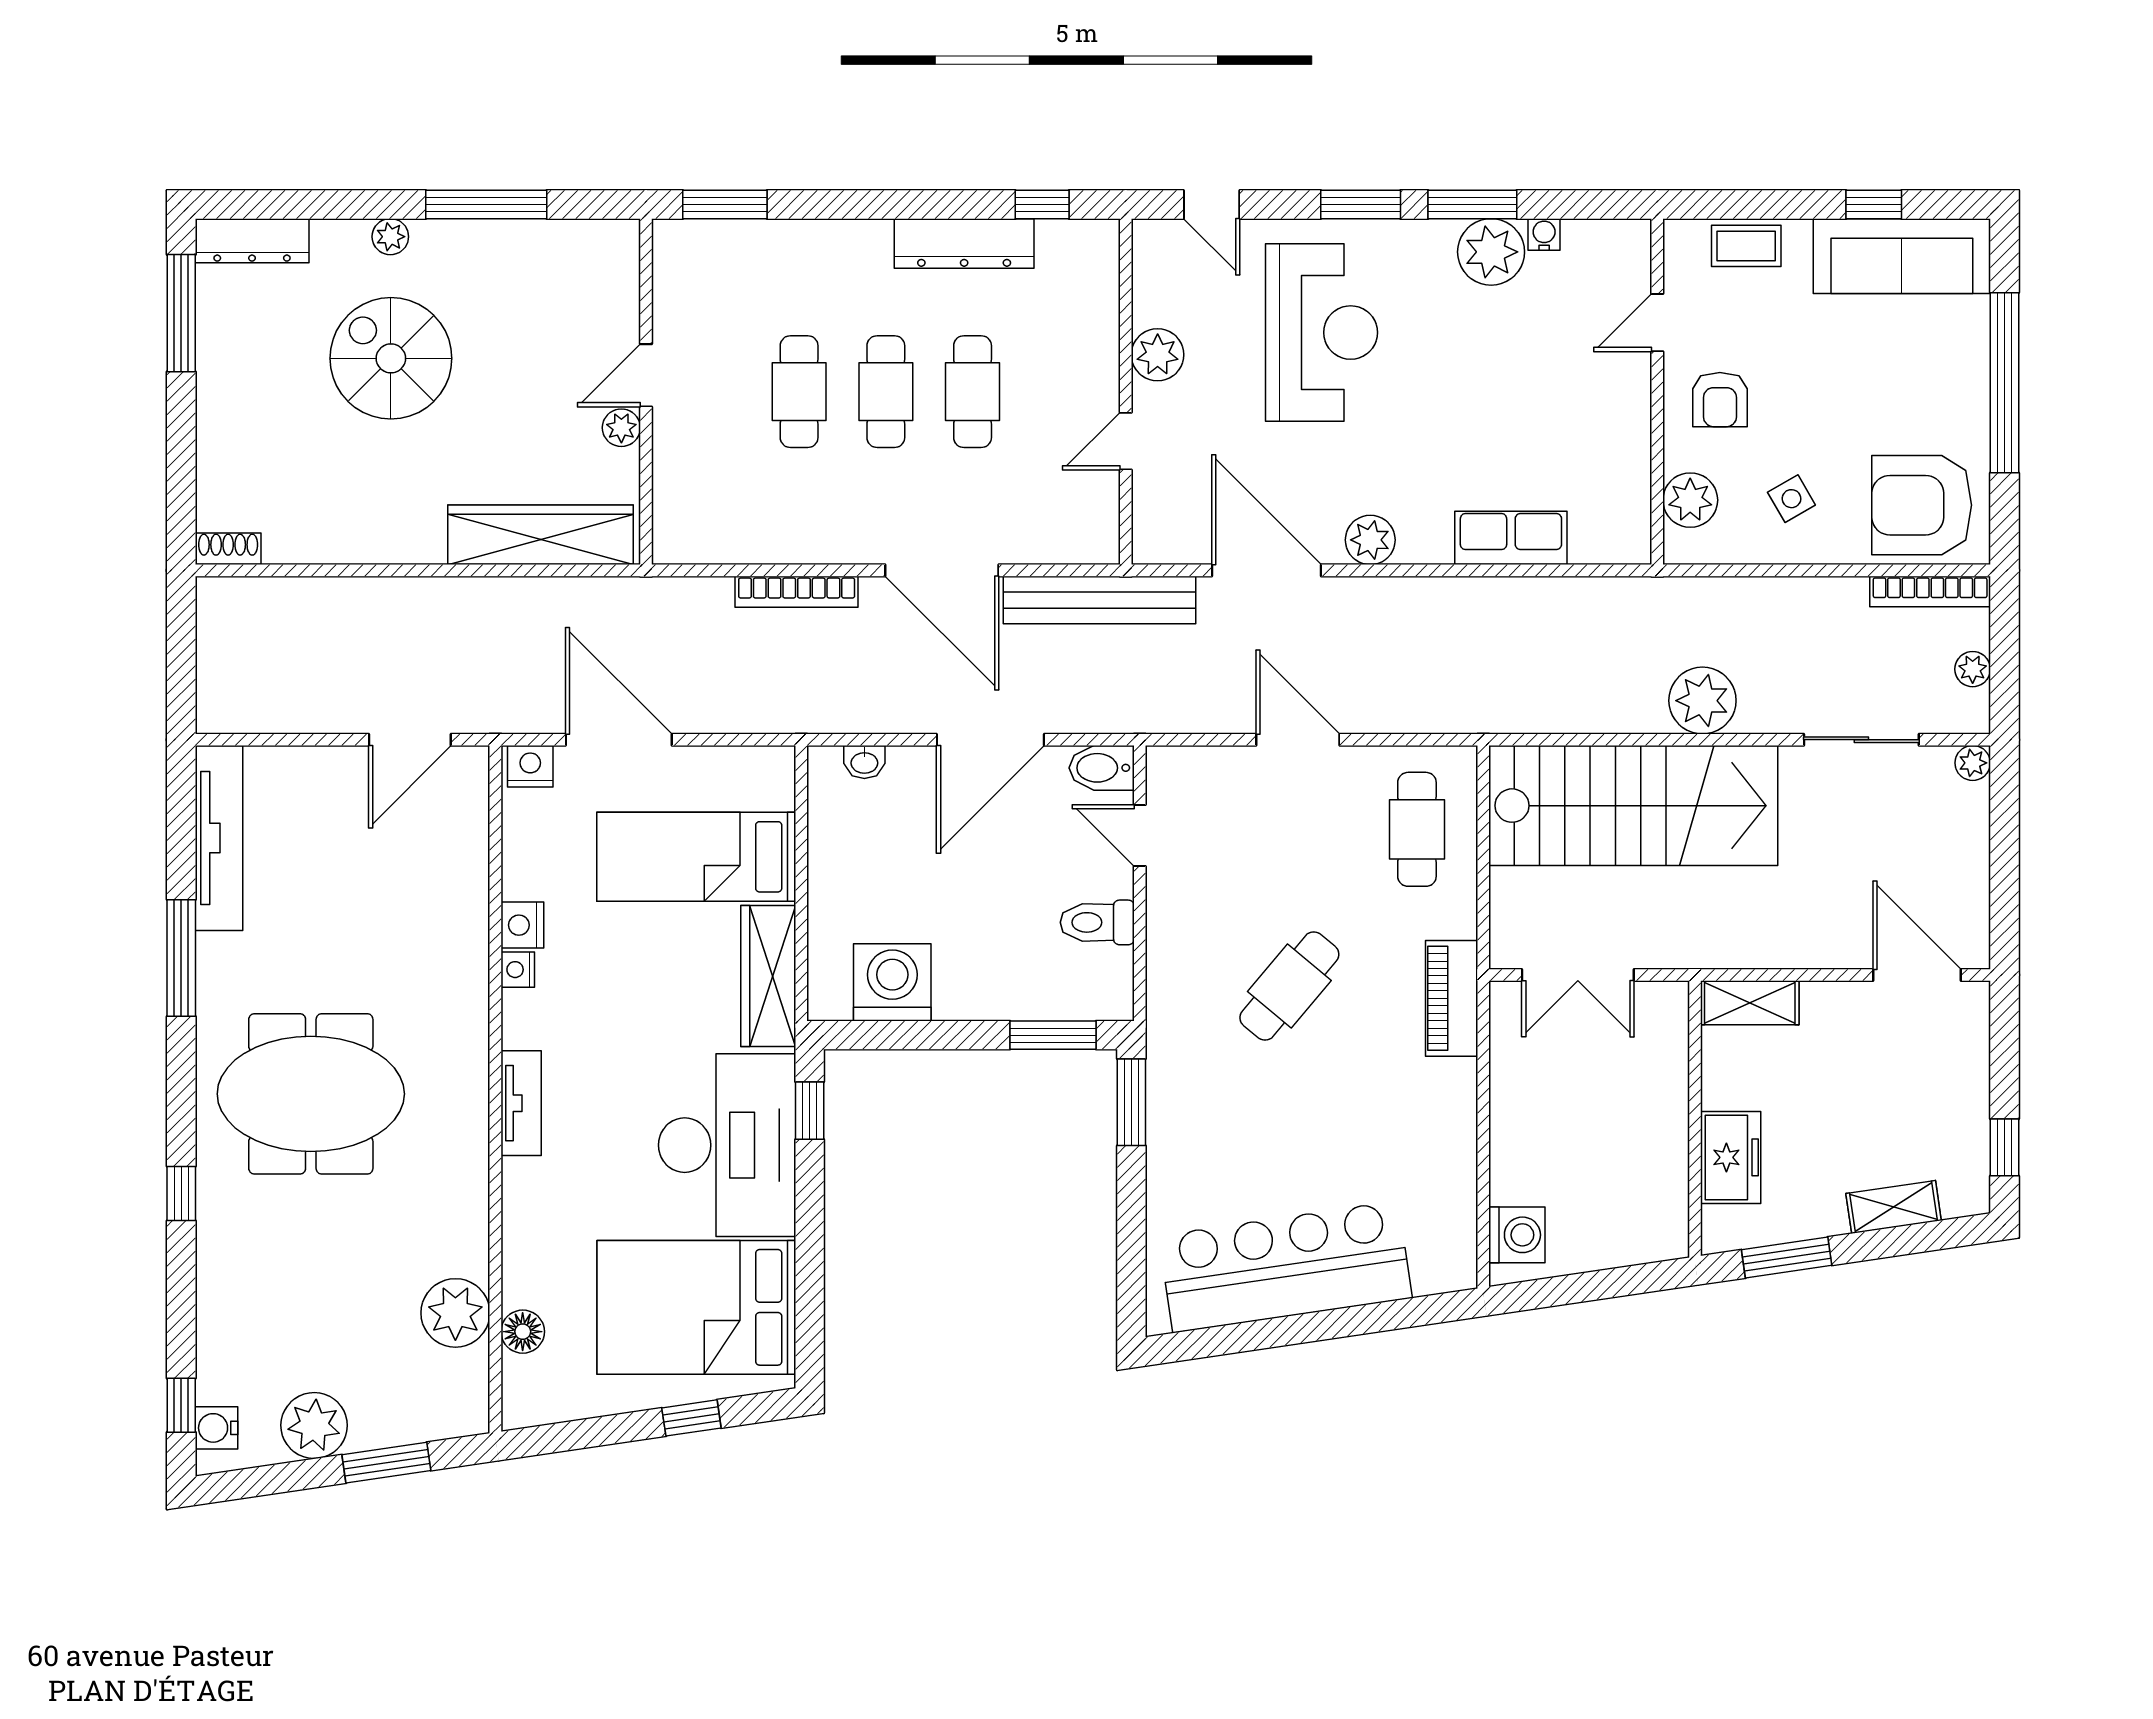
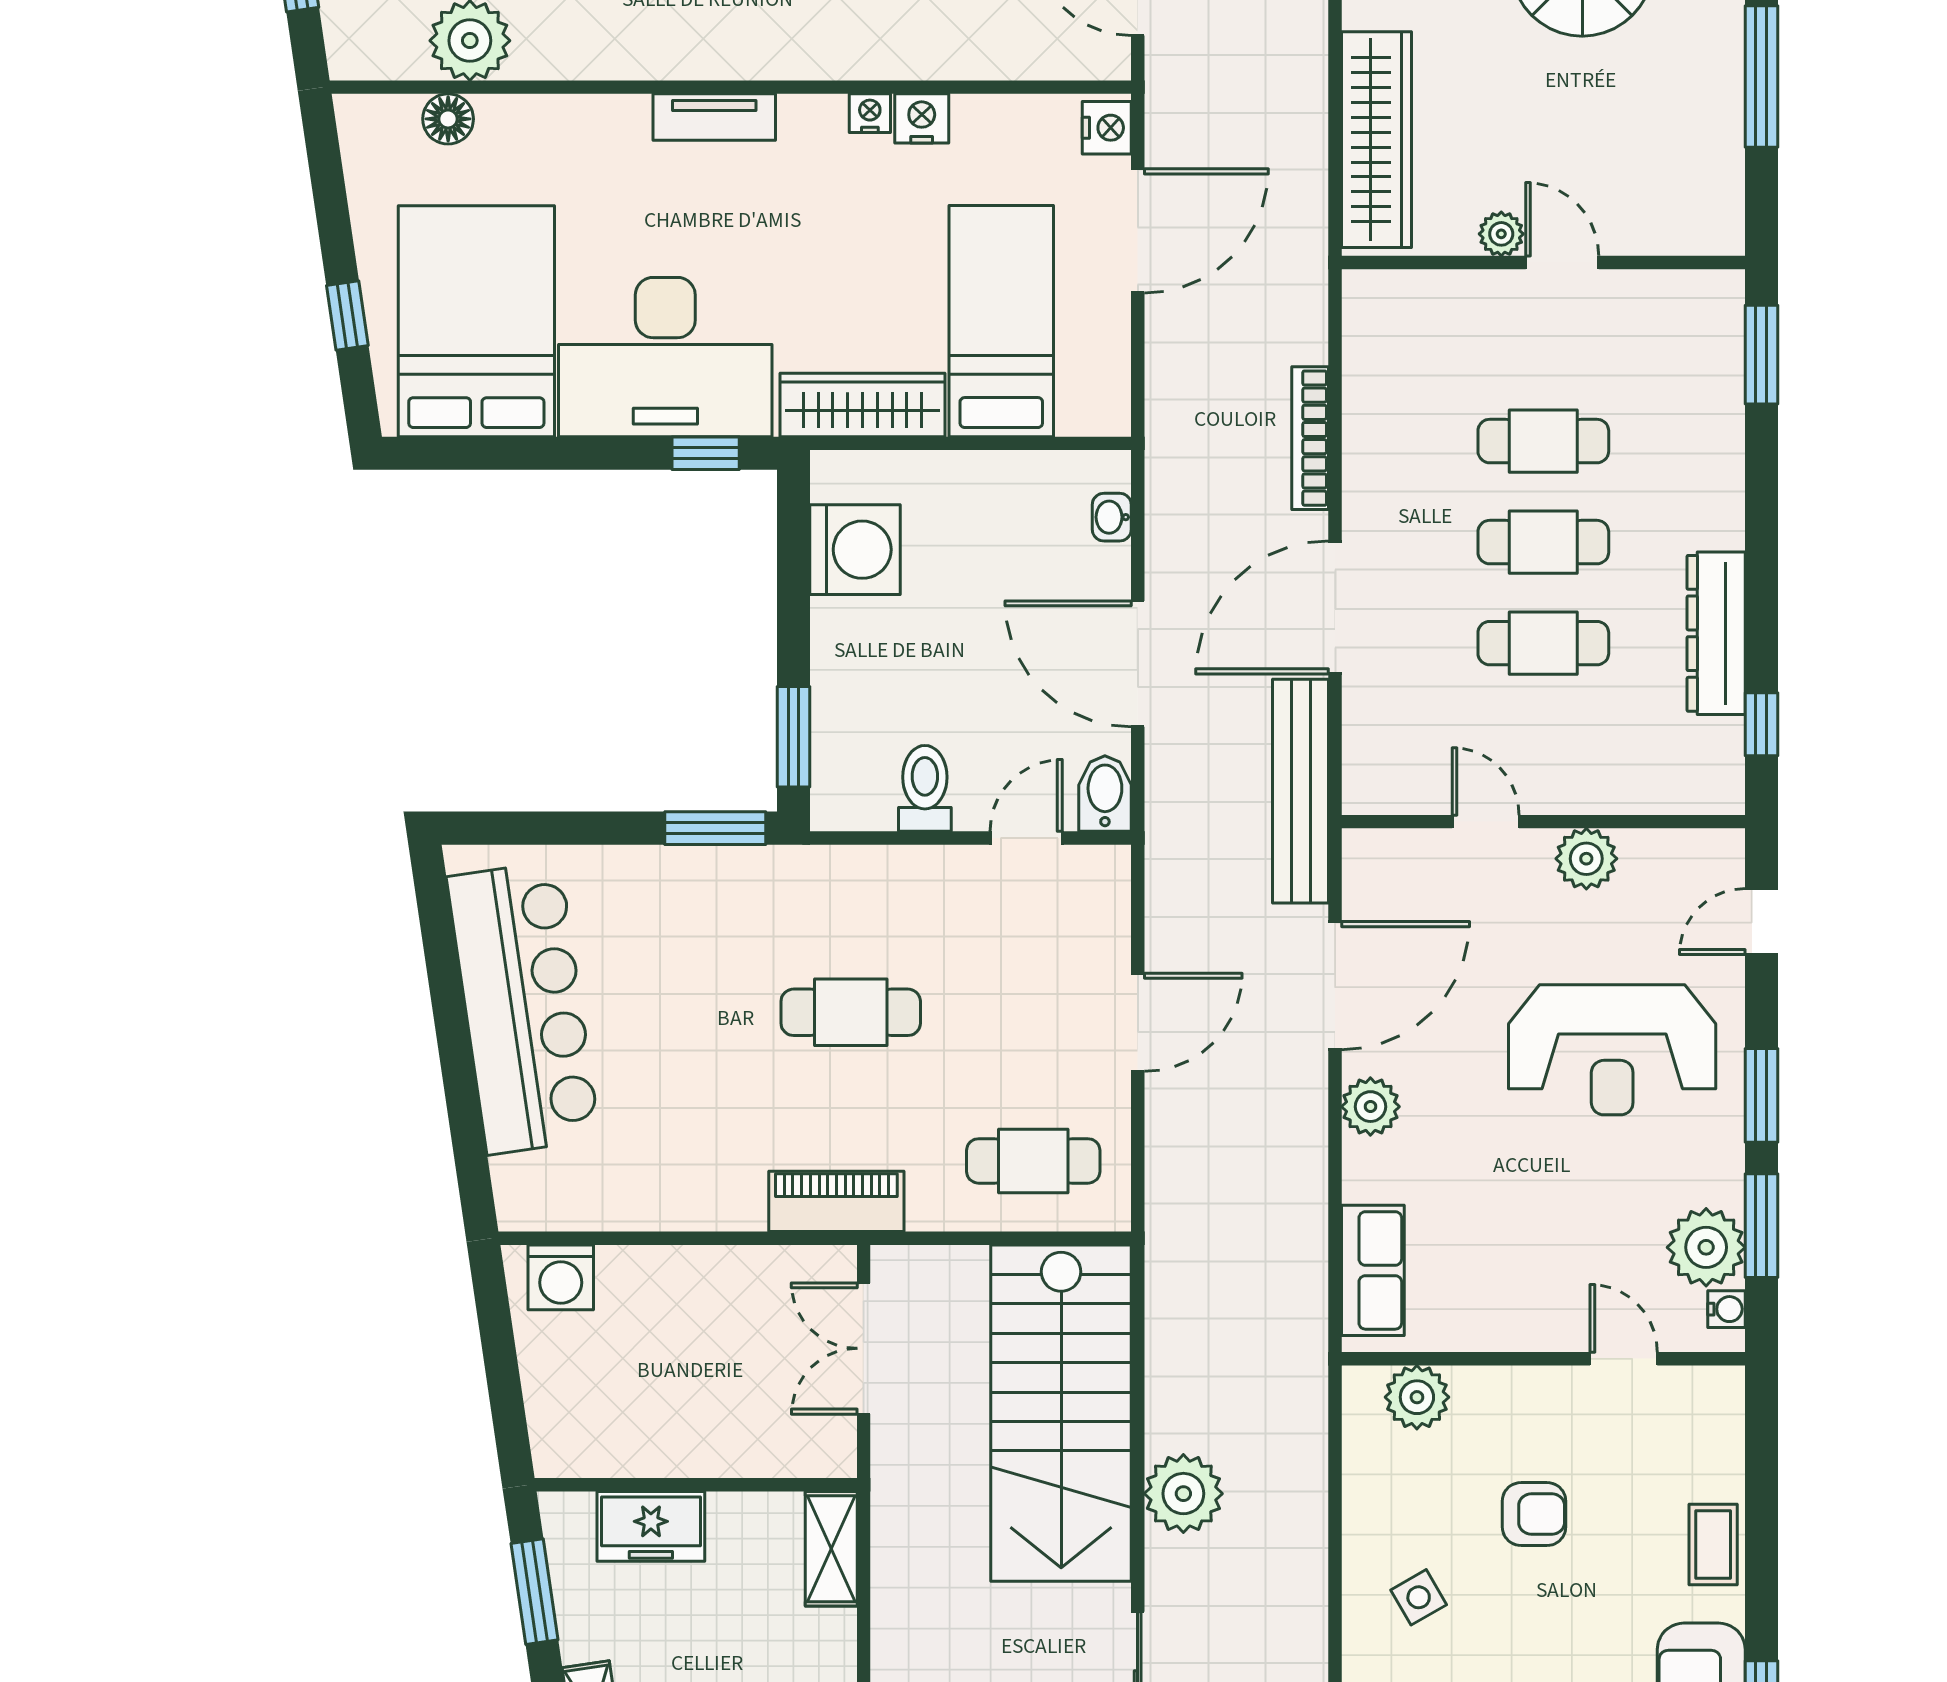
door: (1657, 323) -> (1624, 1359), moved
wall: (1657, 392) -> (1543, 1359), moved
armchair: (1720, 400) -> (1534, 1514), turned 180
plant: (1690, 500) -> (1417, 1397), moved
cafe table: (1289, 986) -> (851, 1012), turned -40

